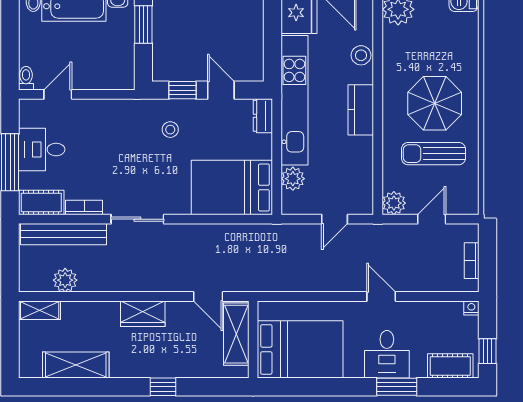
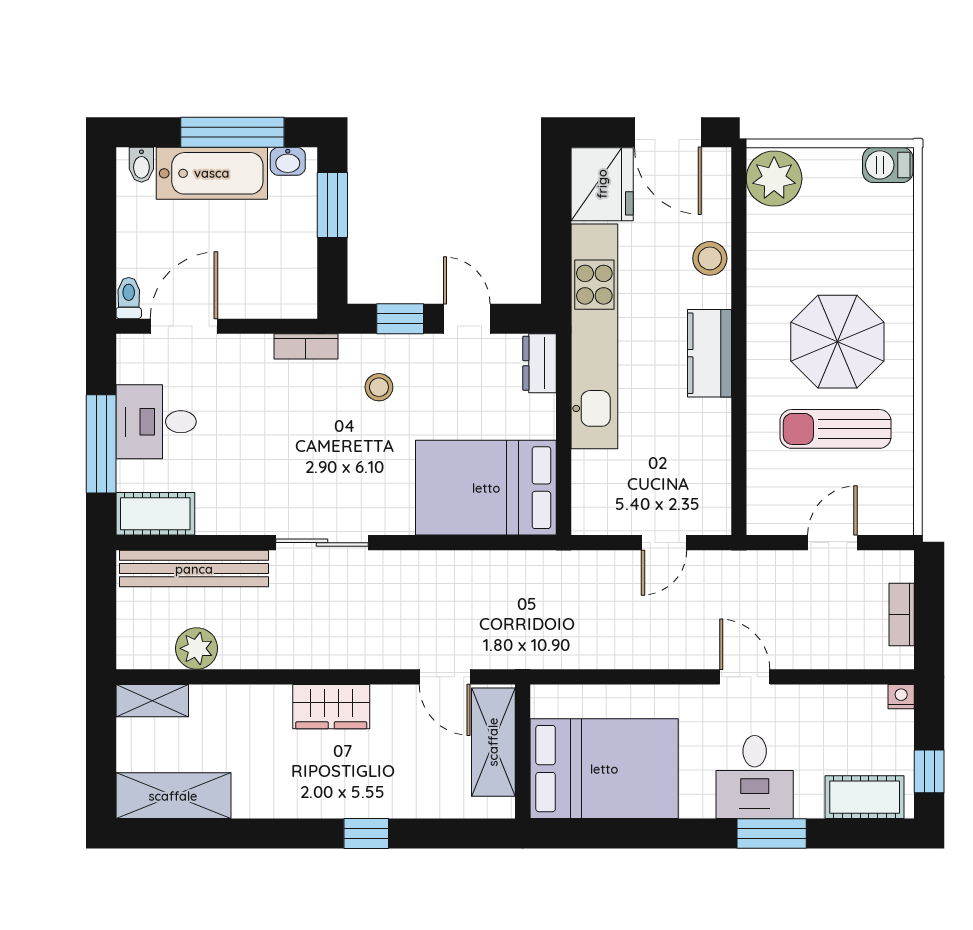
door: (58, 94) -> (184, 326), width x1.38
plant: (293, 179) -> (591, 472), removed
plant: (394, 203) -> (767, 515), removed
bookcase: (84, 207) -> (306, 346), moved, turned 180
shelving: (76, 365) -> (173, 796), moved

